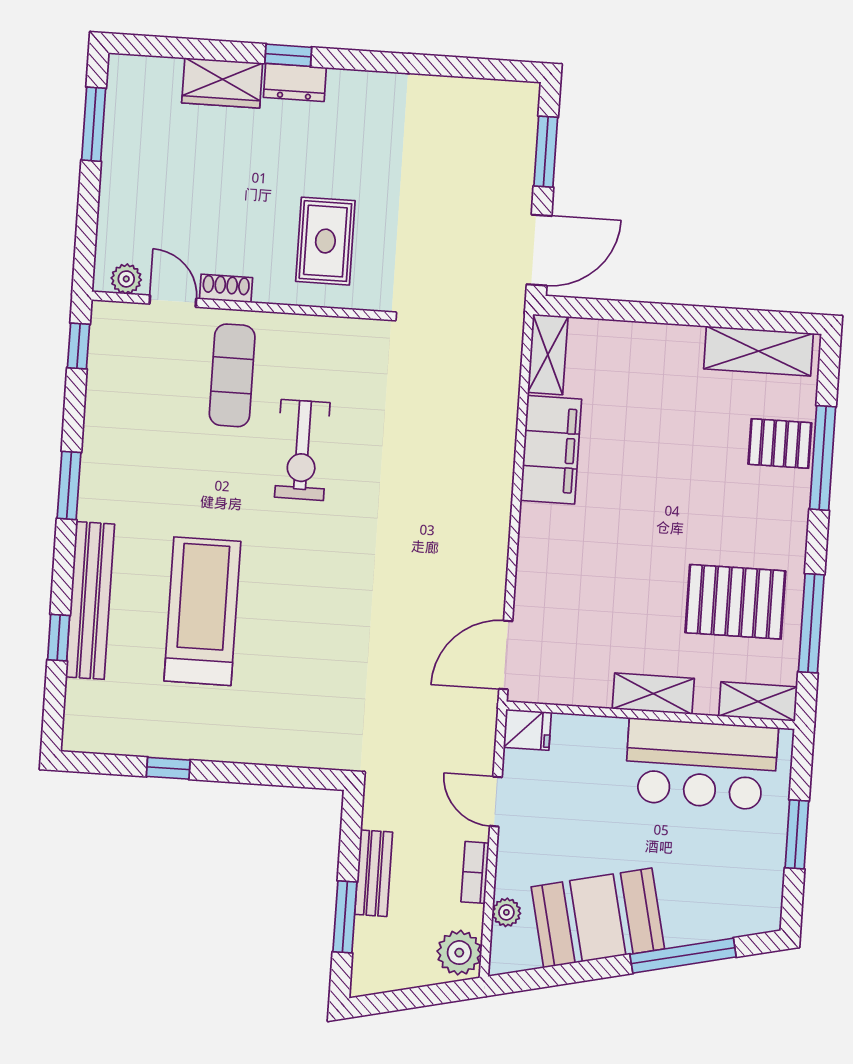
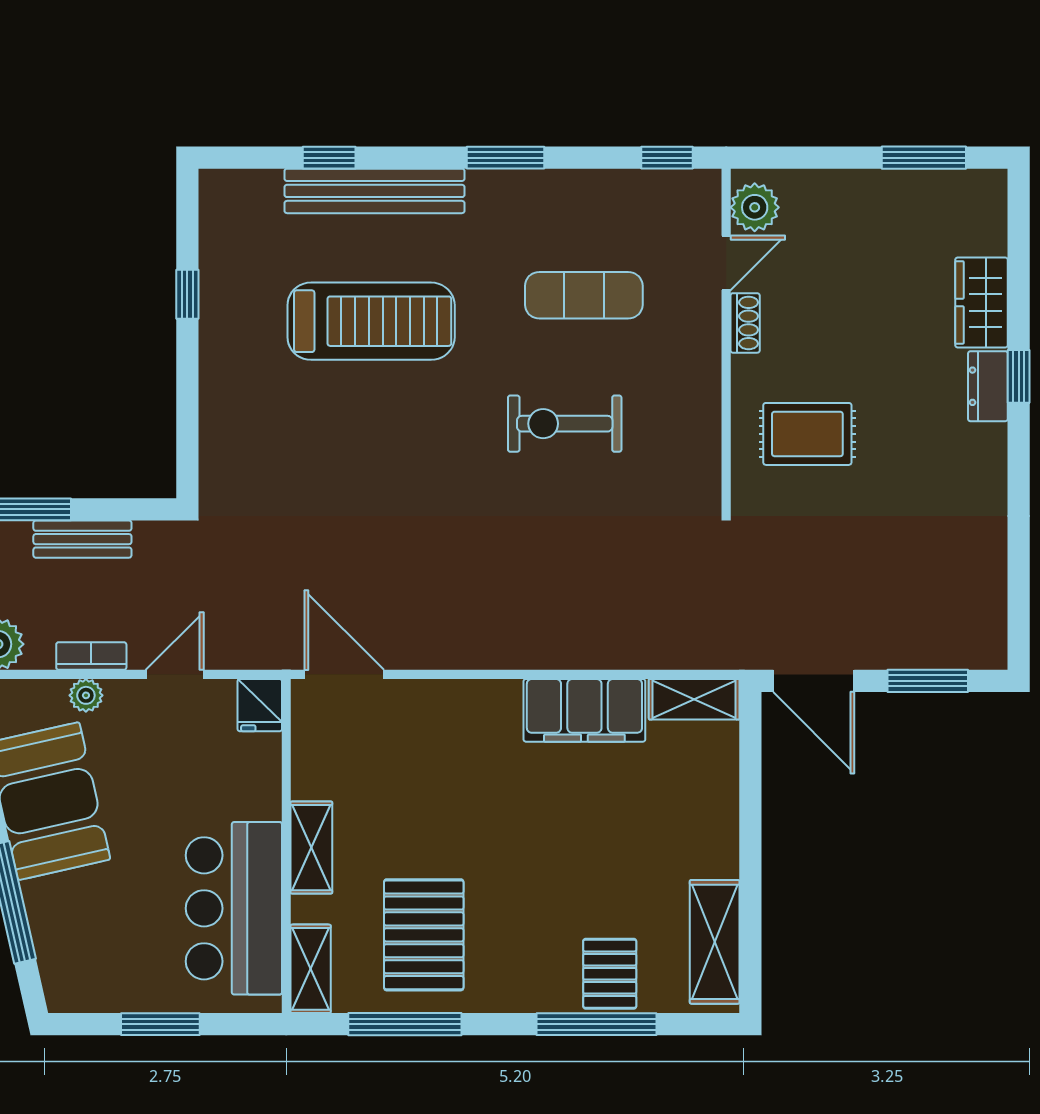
plant: (126, 279) -> (755, 207), width x1.38, depth x1.38
exercise mat: (232, 375) -> (584, 295), moved
plant: (506, 912) -> (86, 695), moved

